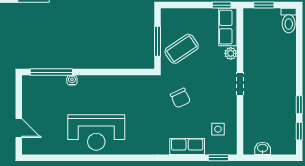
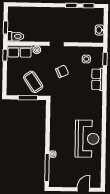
toilet: (289, 21) -> (15, 36), moved
chair: (180, 98) -> (62, 71), moved

